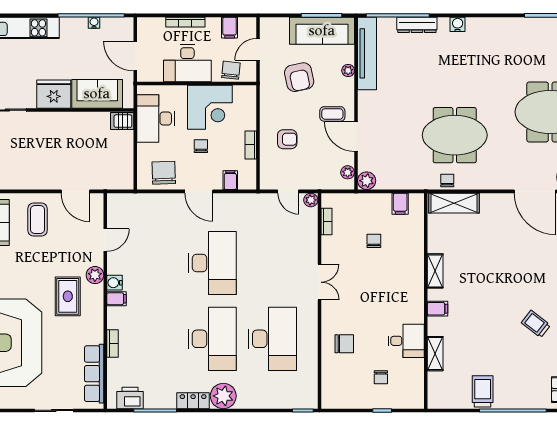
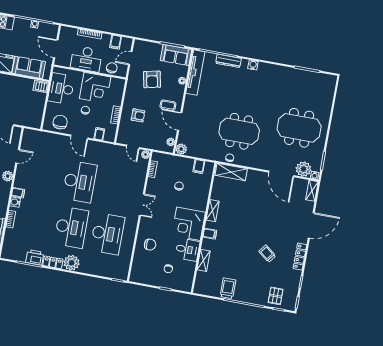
sofa: (322, 31) -> (176, 55), width x0.73
water cooler: (115, 283) -> (15, 202), moved
corner desk: (400, 299) -> (189, 224), added
printer: (130, 398) -> (35, 257), moved

